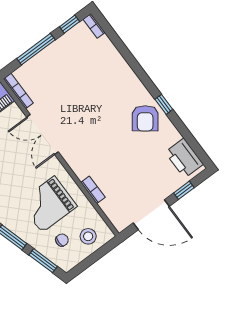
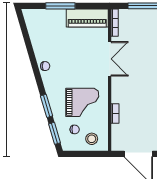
double door: (42, 135) -> (110, 59), swing flipped
grand piano: (48, 204) -> (82, 102), turned 180

